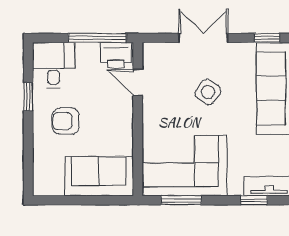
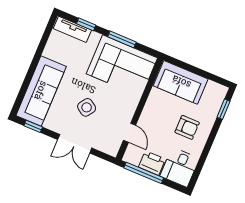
printer: (116, 55) -> (152, 163), moved
window: (28, 97) -> (223, 109), moved
window: (181, 200) -> (122, 39), moved

